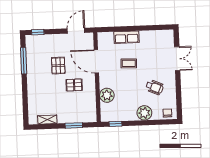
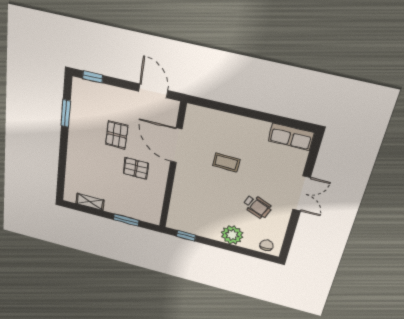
door: (76, 31) -> (153, 91), hinge flipped
row of seats: (127, 37) -> (291, 137), moved
double door: (177, 59) -> (302, 193), moved
window: (24, 61) -> (66, 113), width x0.69
plant: (107, 95) -> (182, 196), removed

